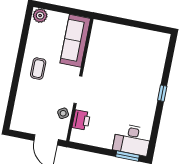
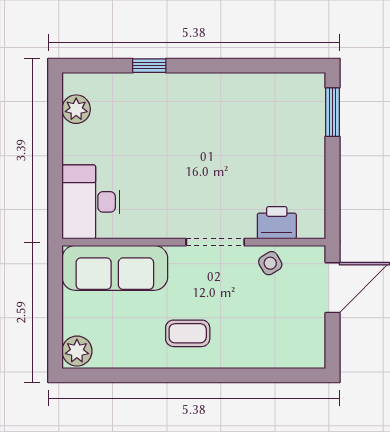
plant: (152, 37) -> (76, 109), added
window: (162, 93) -> (149, 66), moved
desk: (132, 140) -> (91, 202), moved, turned 180

